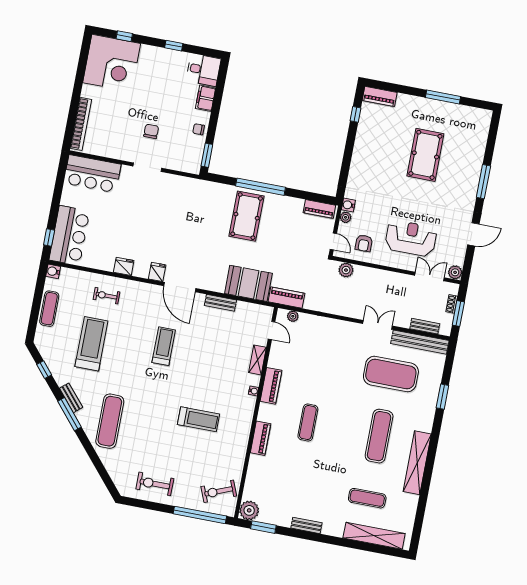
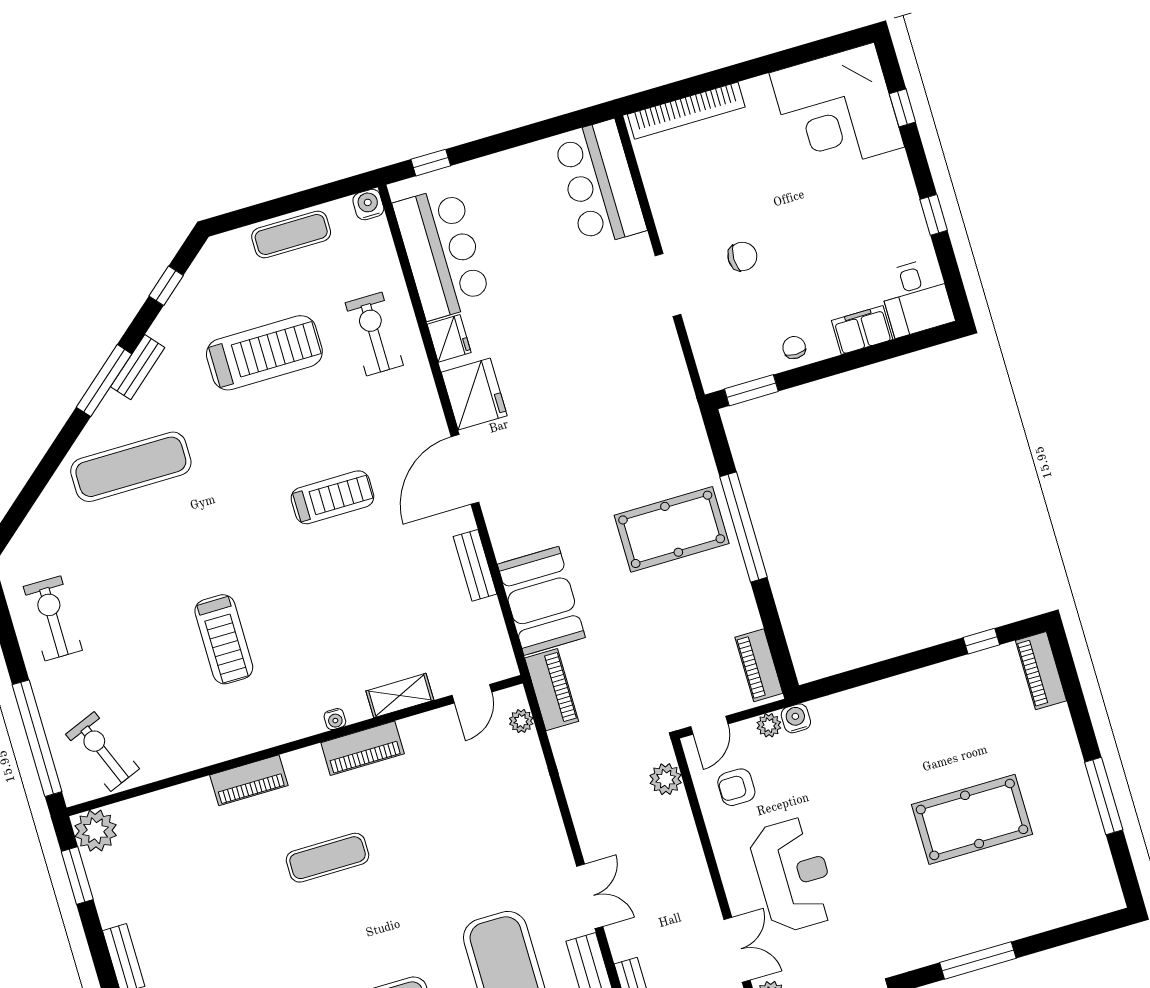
bar counter: (69, 235) -> (442, 253), moved, turned -90
fridge: (157, 272) -> (474, 394), width x1.88, depth x1.34
exercise bike: (106, 296) -> (374, 334), width x1.38, depth x1.39

